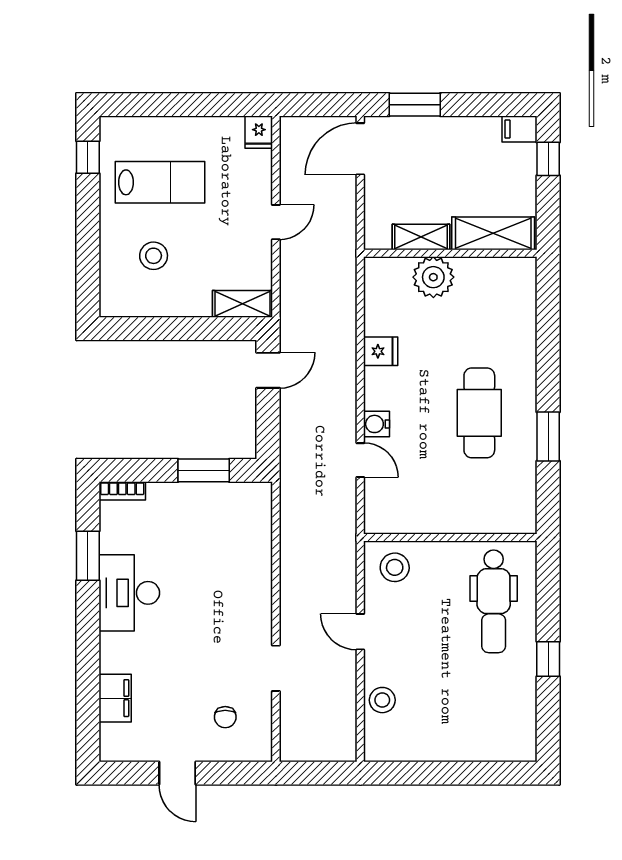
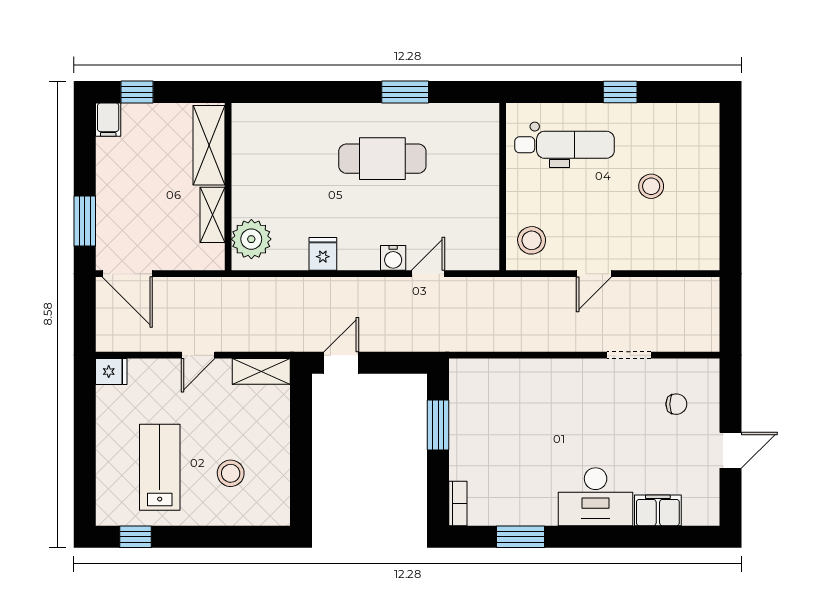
door: (276, 222) -> (198, 355), swing flipped
plant: (433, 277) -> (251, 239), moved
shelving: (243, 304) -> (261, 371), moved, turned 90
door: (268, 370) -> (341, 363), hinge flipped
desk: (129, 593) -> (596, 497), moved
stool: (382, 700) -> (651, 186), moved

